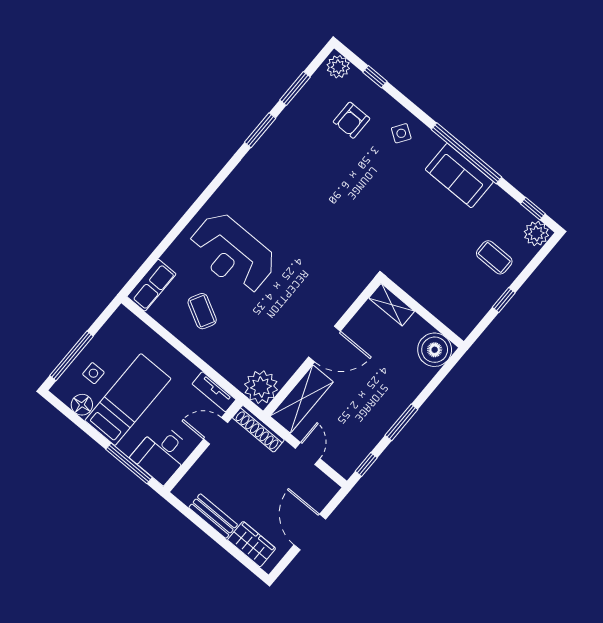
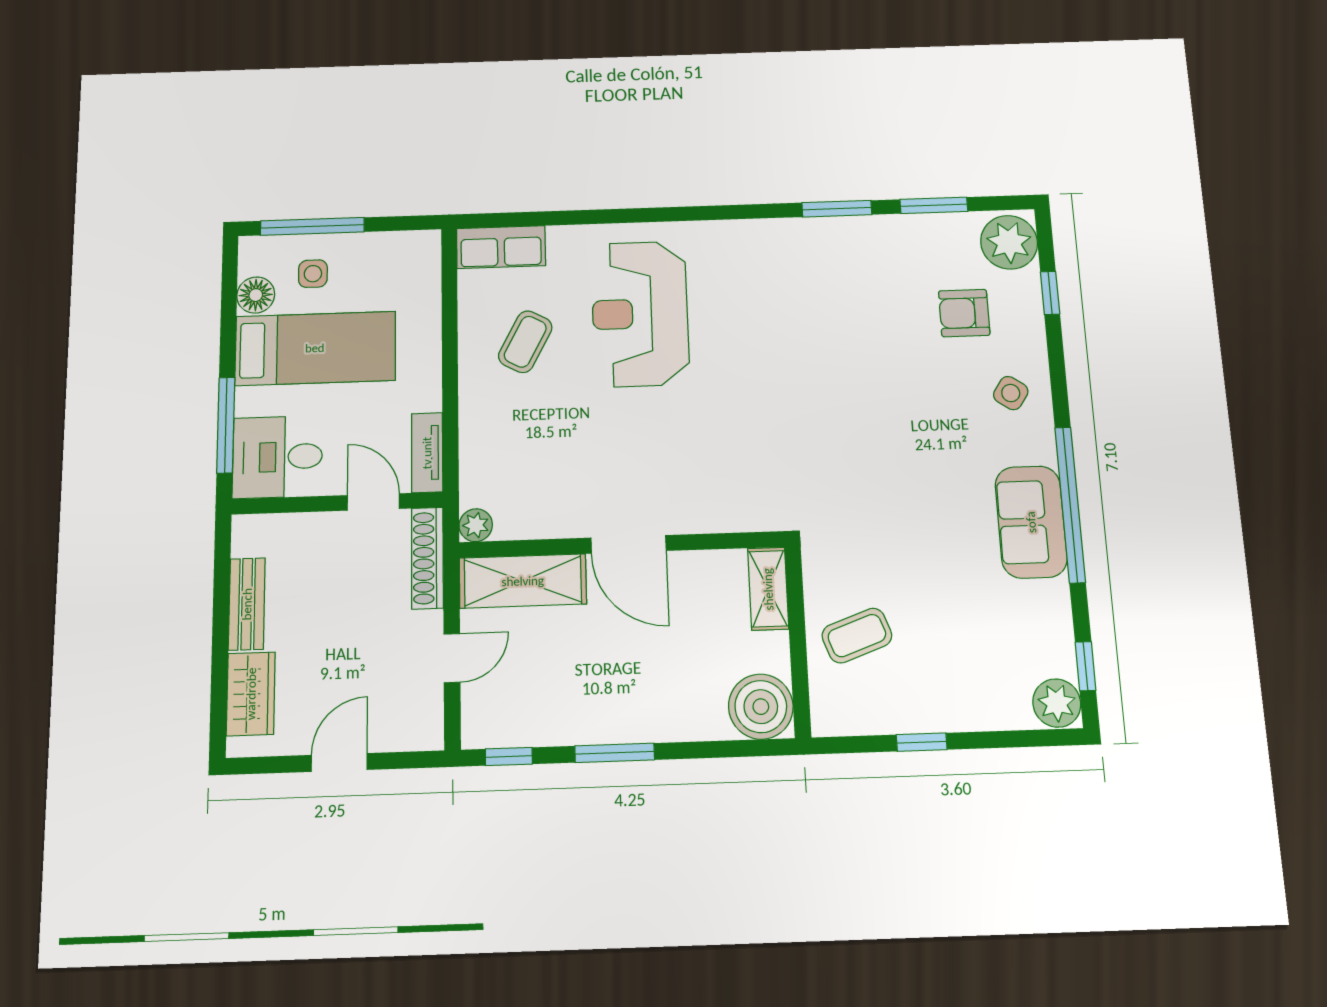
plant: (338, 67) -> (1009, 242), width x1.36, depth x1.36
coffee table: (494, 257) -> (857, 636), moved, turned 70
plant: (261, 387) -> (476, 525), width x0.53, depth x0.53
door: (310, 532) -> (339, 762), width x0.73

